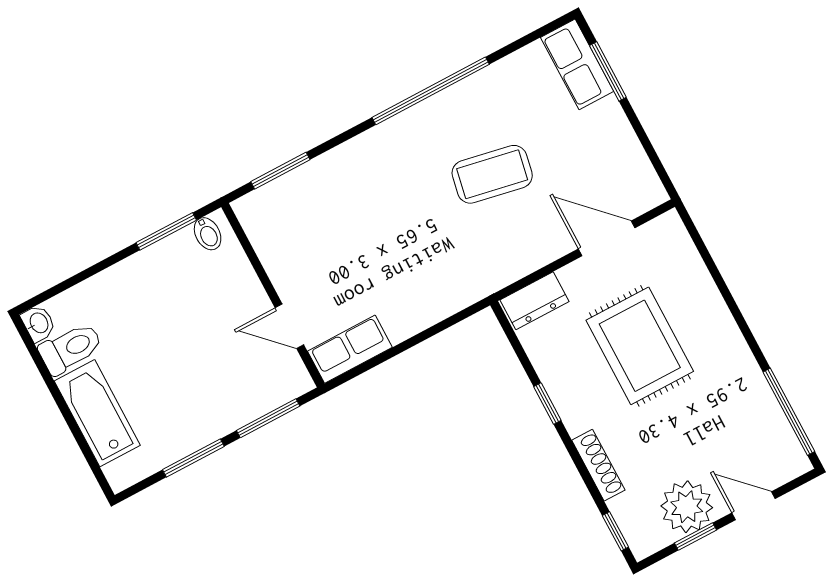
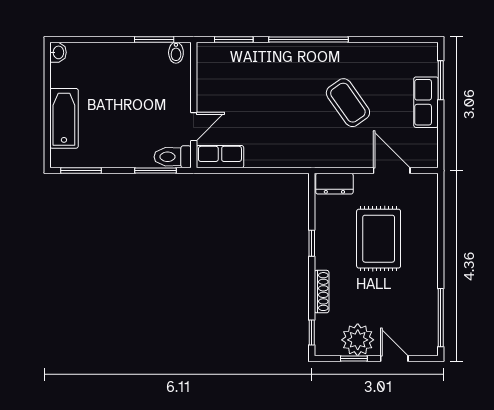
row of seats: (577, 64) -> (426, 102), moved
window: (431, 91) -> (309, 39), moved
coffee table: (492, 174) -> (348, 103), turned 44
door: (289, 326) -> (194, 127), swing flipped
toilet: (71, 348) -> (173, 157), moved, turned 180
window: (193, 458) -> (81, 171), moved

